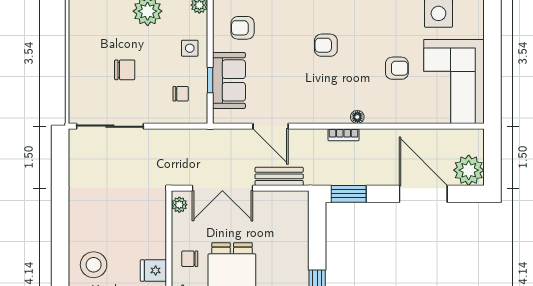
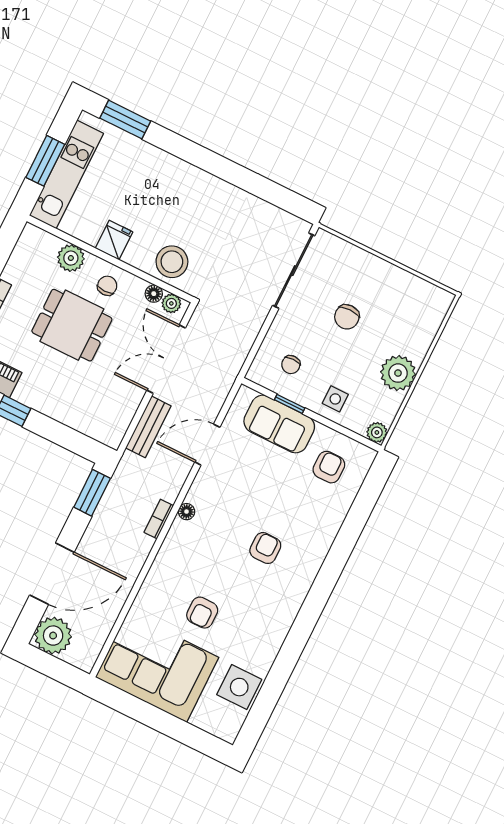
floor lamp: (357, 117) -> (187, 512), moved
floor lamp: (179, 221) -> (154, 294), added
stool: (94, 265) -> (172, 262), moved

